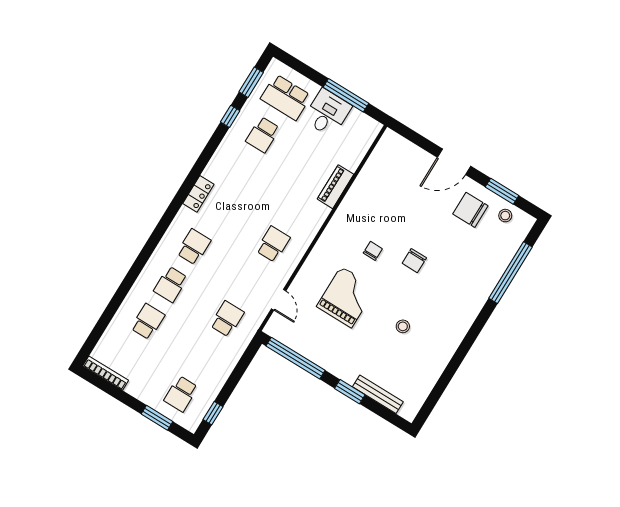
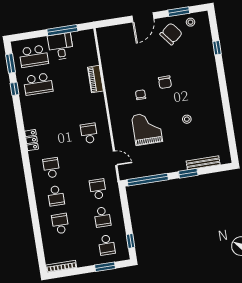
school desk: (263, 135) -> (38, 84), width x1.85
chair: (470, 210) -> (171, 34), turned 142
window: (511, 273) -> (217, 48), width x0.32
school desk: (204, 356) -> (102, 217), added

